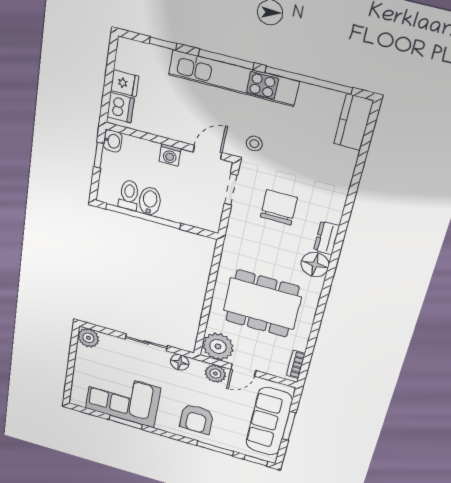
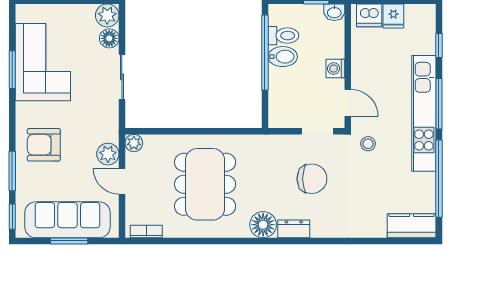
plant: (218, 346) -> (134, 143), width x0.53, depth x0.53
floor lamp: (180, 362) -> (109, 38), moved

